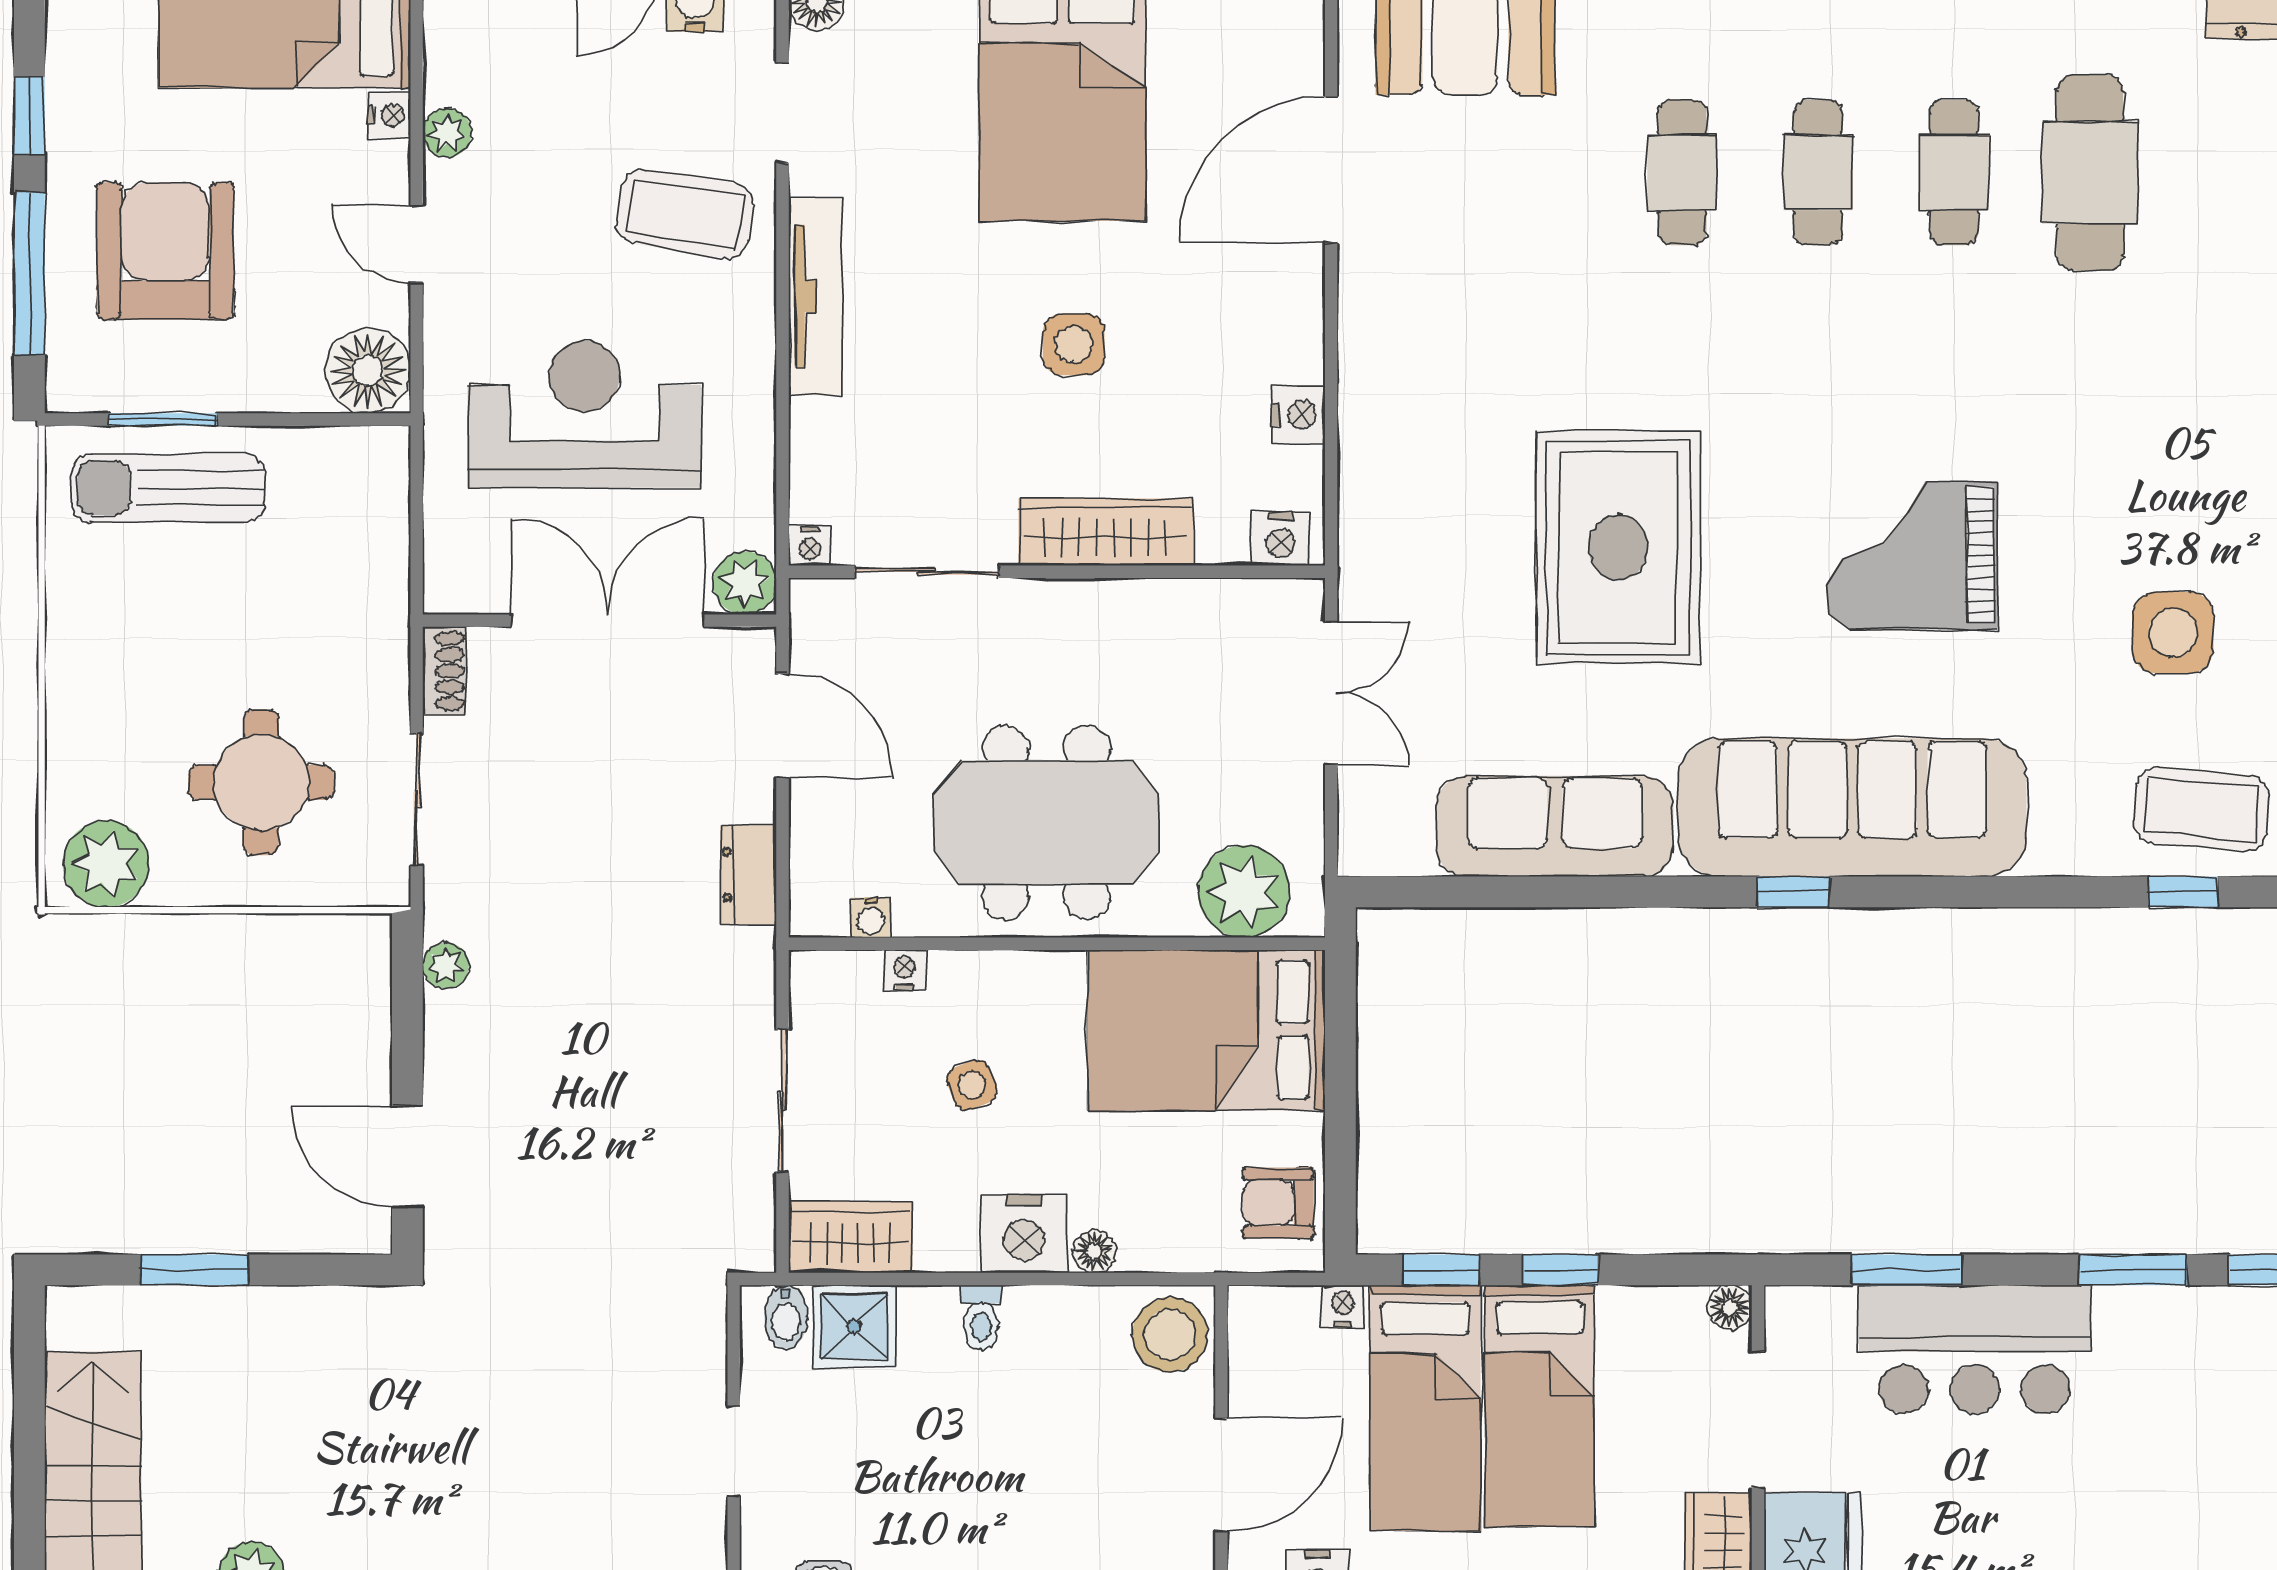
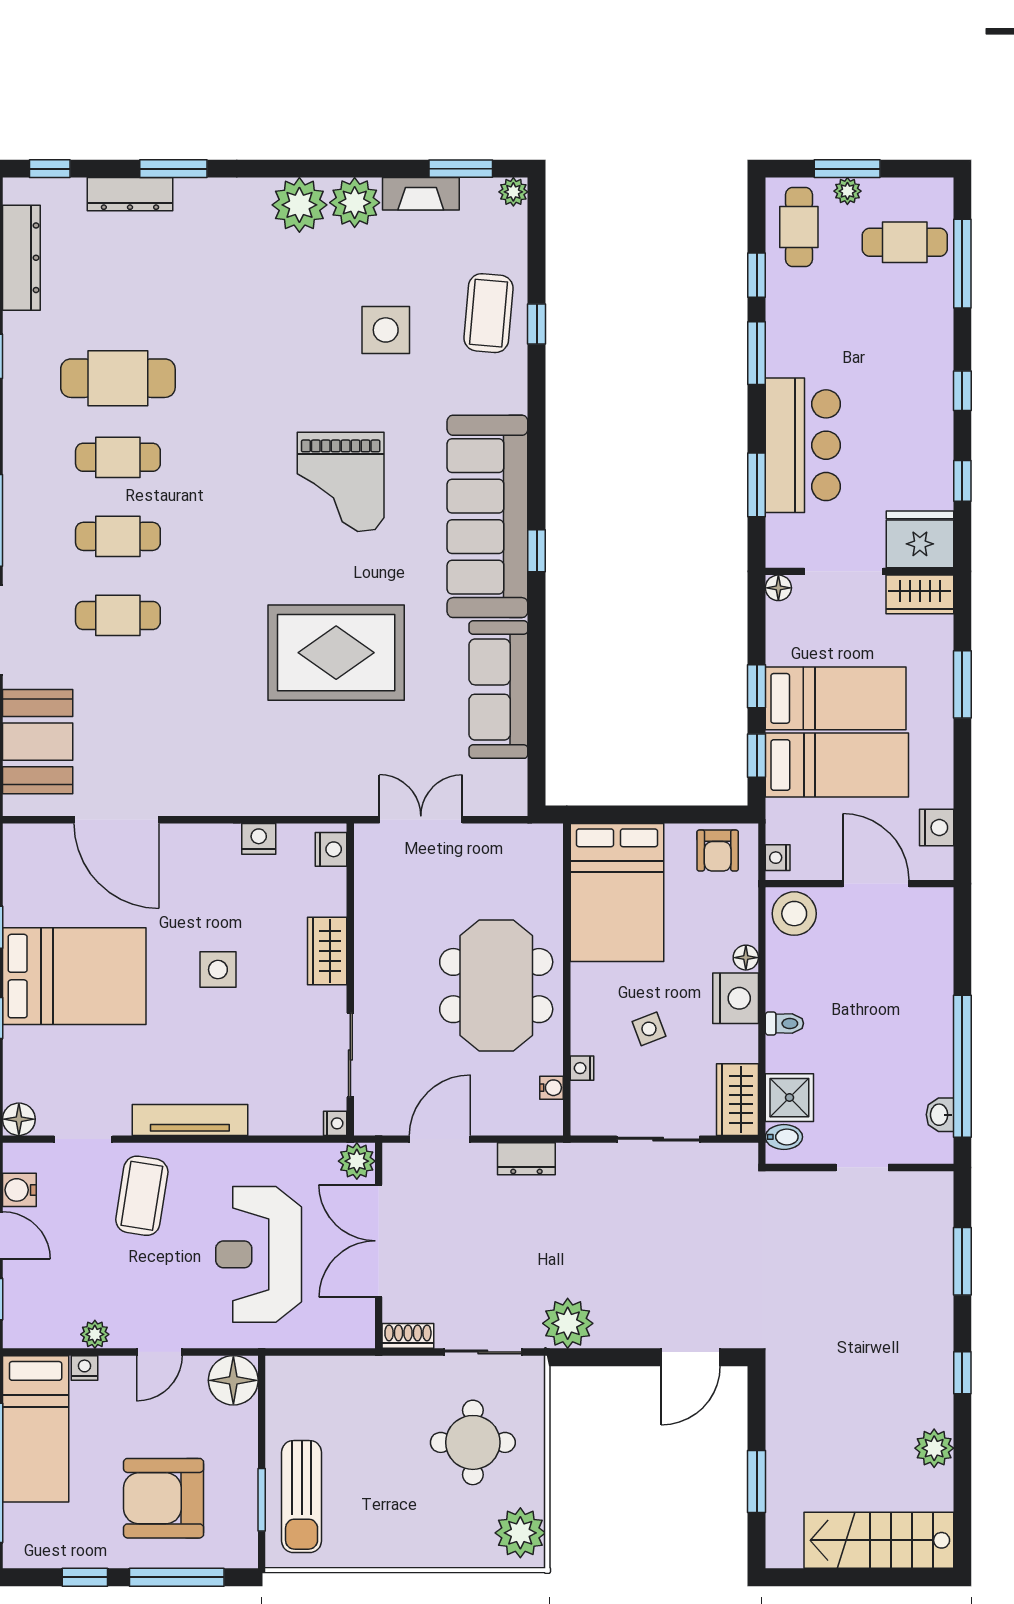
wardrobe: (1106, 532) -> (327, 951), width x0.67
plant: (1244, 891) -> (536, 871), removed
plant: (446, 966) -> (568, 1323), width x1.88, depth x1.88
nightstand: (1343, 1306) -> (778, 858), moved

